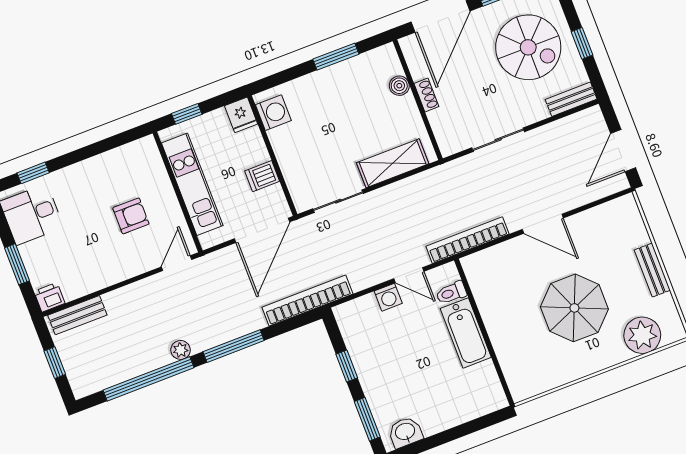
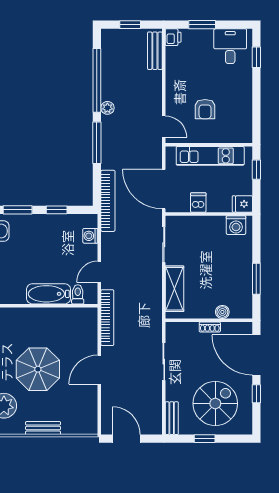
spiral stairs: (528, 47) -> (215, 404), turned 180
washing machine: (388, 297) -> (90, 236), moved

